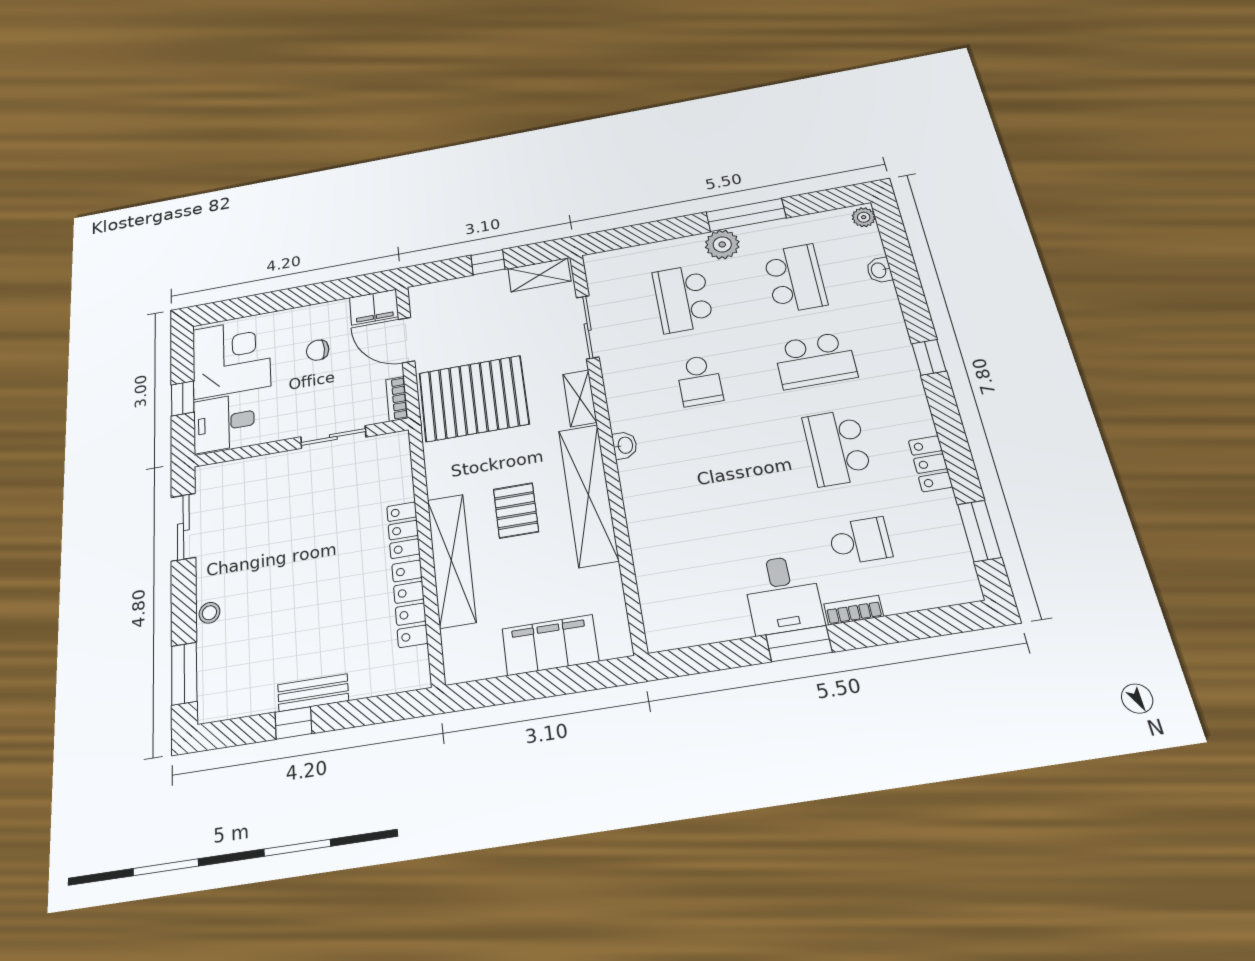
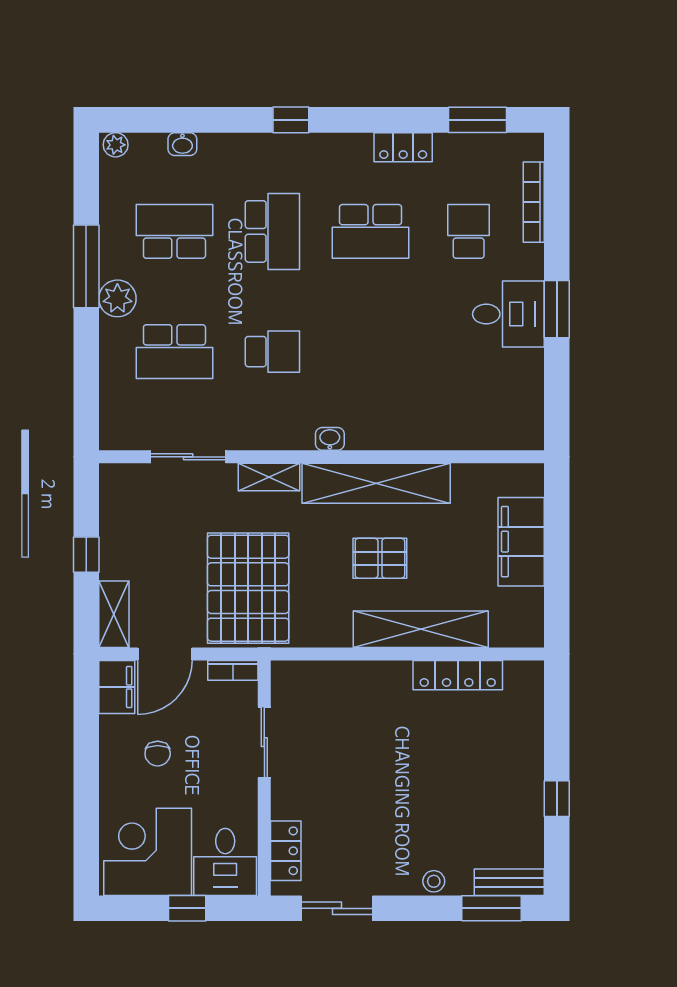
shelving: (539, 275) -> (114, 614), moved
locker: (403, 530) -> (286, 851), moved, turned -90
bookcase: (854, 610) -> (534, 202), moved, width x1.56
bench: (313, 693) -> (509, 882), moved, turned 90

